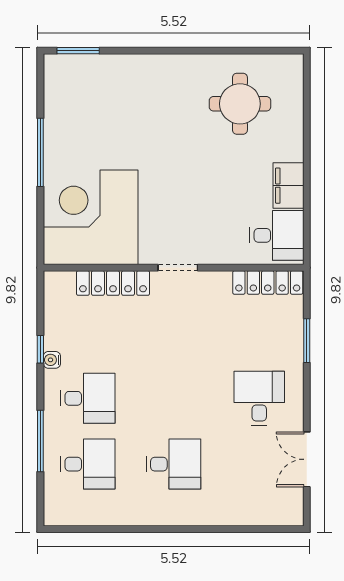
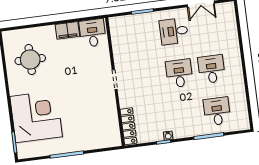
corner desk: (91, 217) -> (36, 117), moved, turned 180
locker: (268, 282) -> (116, 34), removed
locker: (113, 283) -> (128, 126), moved
desk: (88, 398) -> (179, 73), moved

